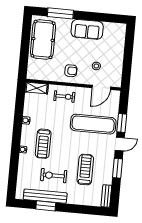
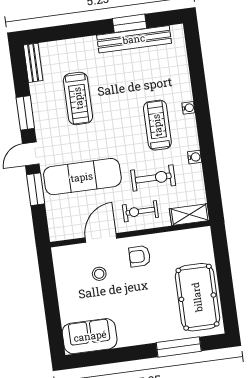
sofa: (87, 29) -> (90, 336), moved
door: (101, 87) -> (101, 238), moved
exercise bike: (54, 176) -> (153, 178), moved

